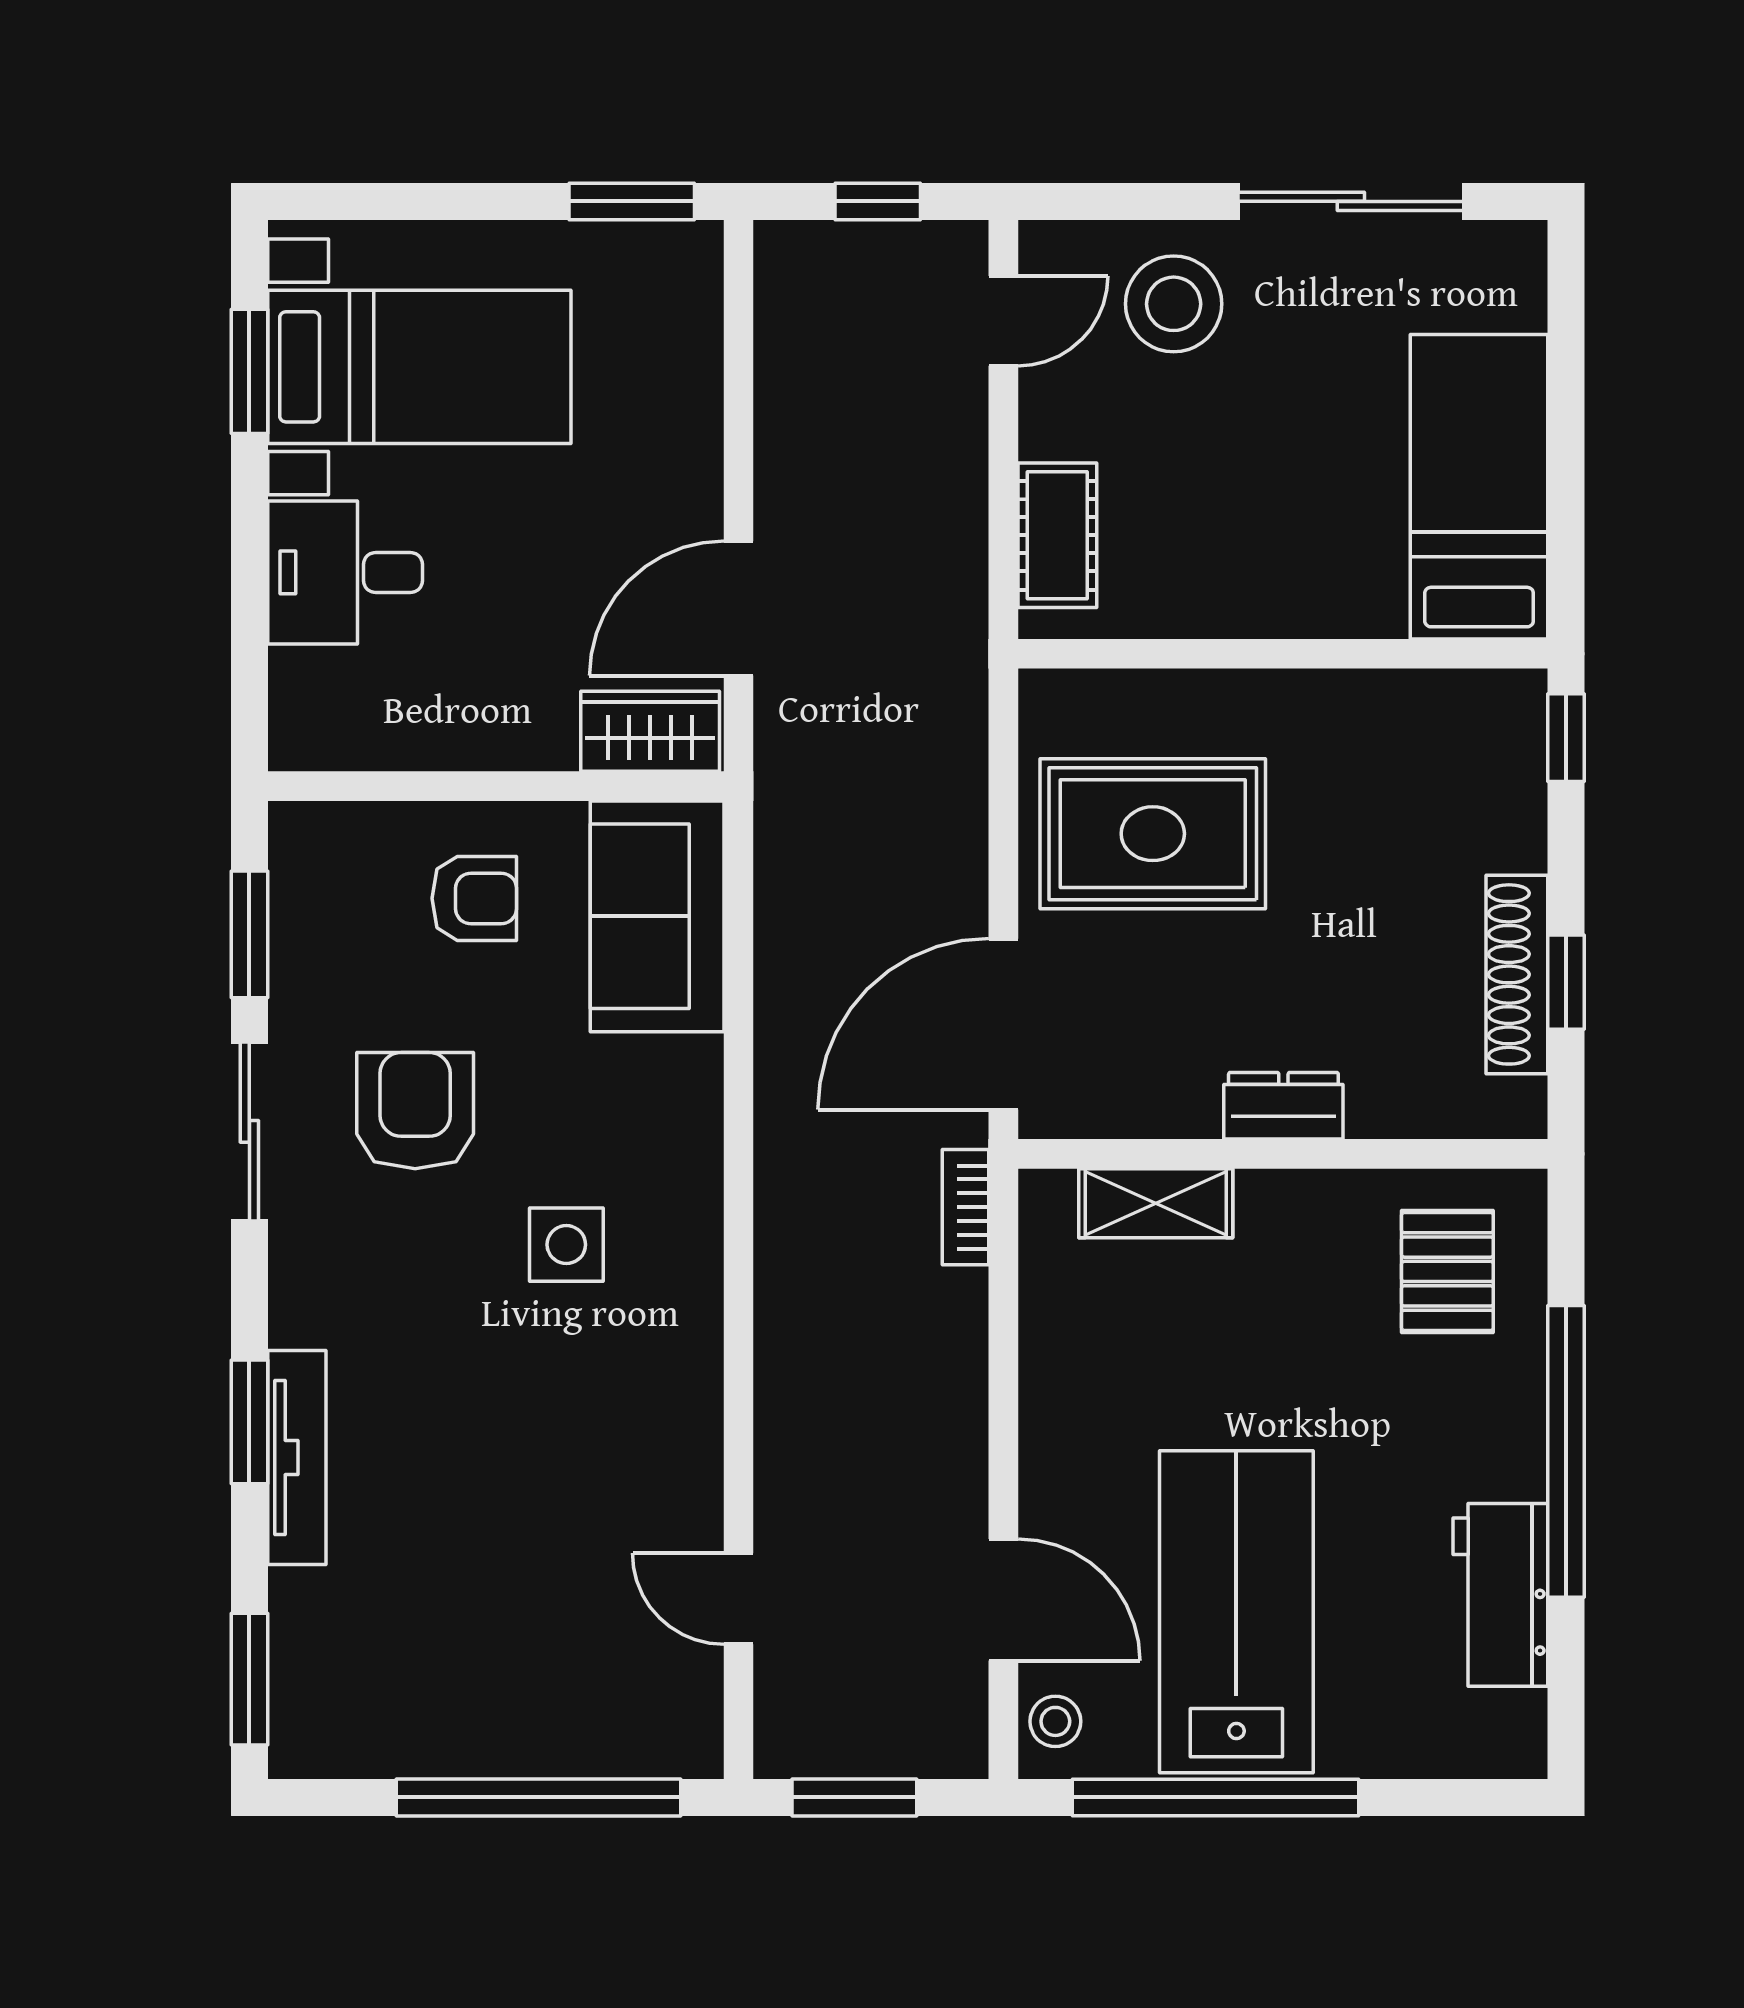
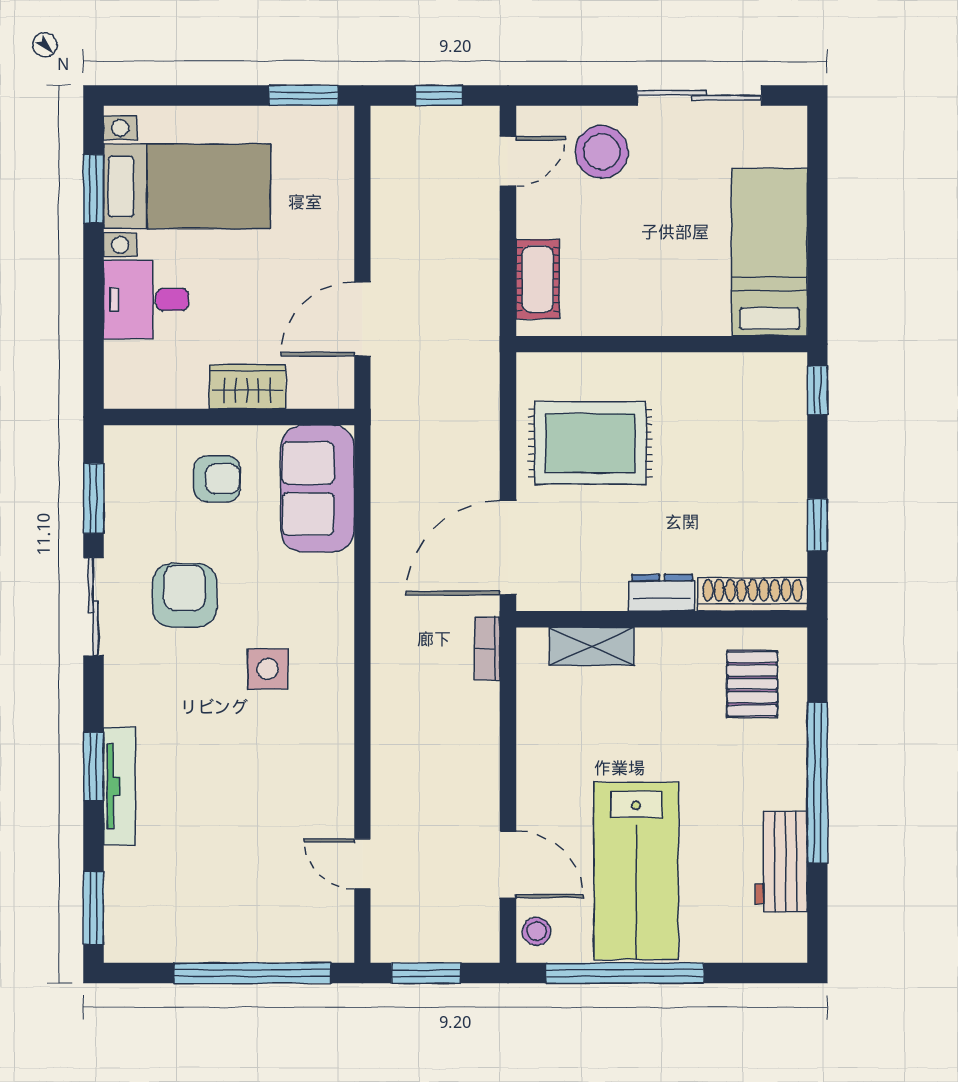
wardrobe: (650, 731) -> (247, 387), moved
shoe rack: (1517, 974) -> (753, 594), moved, turned 90
lab bench: (1236, 1612) -> (636, 871), turned 180

